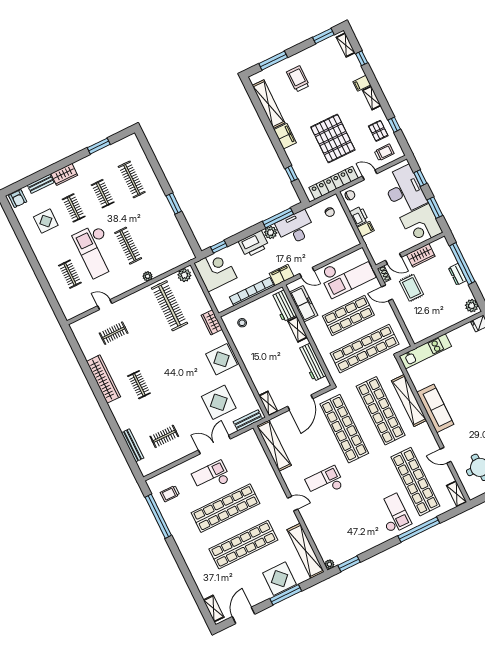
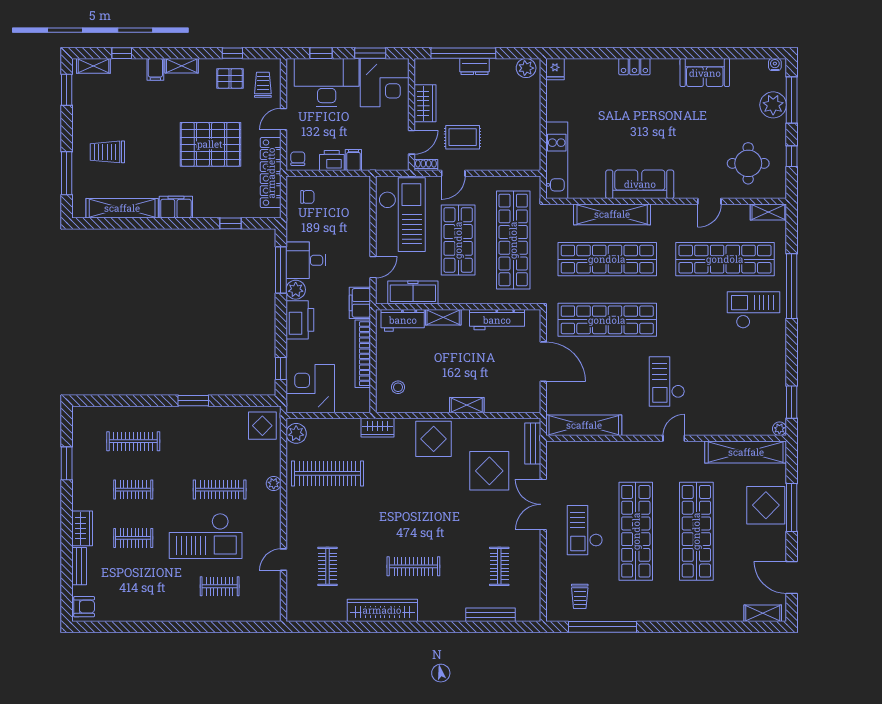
display table: (46, 221) -> (262, 426), moved
desk: (295, 228) -> (306, 260), width x0.73
clothes rail: (139, 385) -> (413, 566), width x1.36
shelving: (268, 403) -> (467, 405), moved

